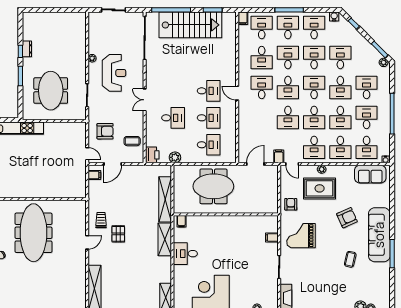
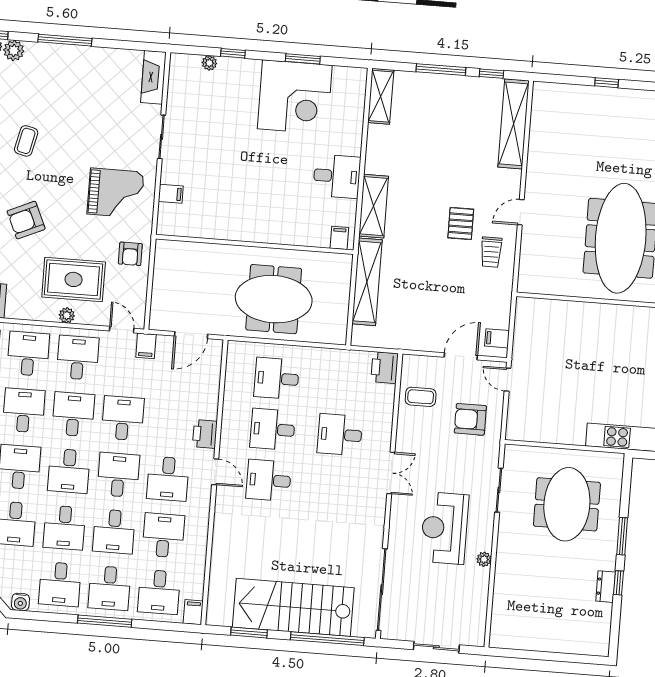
printer: (244, 113) -> (205, 434), added
plant: (175, 157) -> (342, 360), removed

